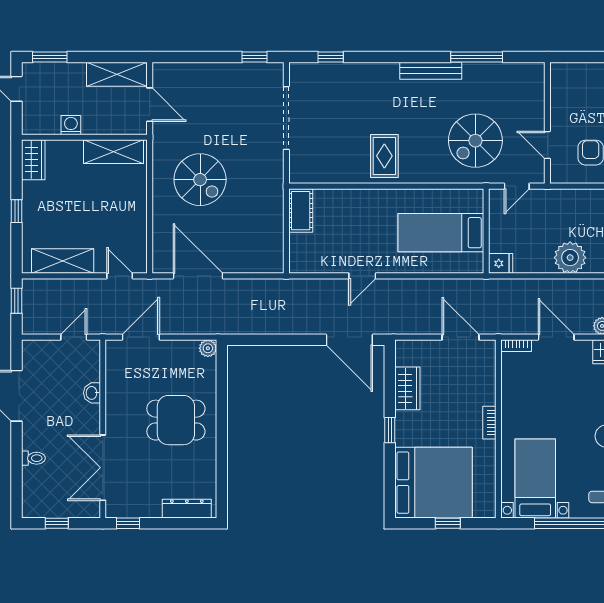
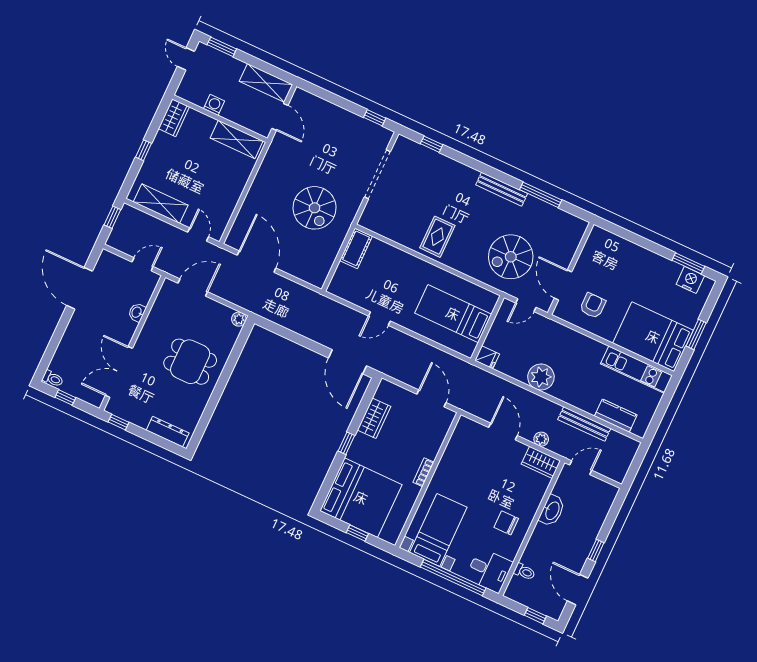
door: (547, 145) -> (563, 285), width x1.37
spiral stairs: (200, 180) -> (315, 208), moved
bookcase: (516, 346) -> (470, 424), removed
toilet: (33, 458) -> (53, 379), moved

